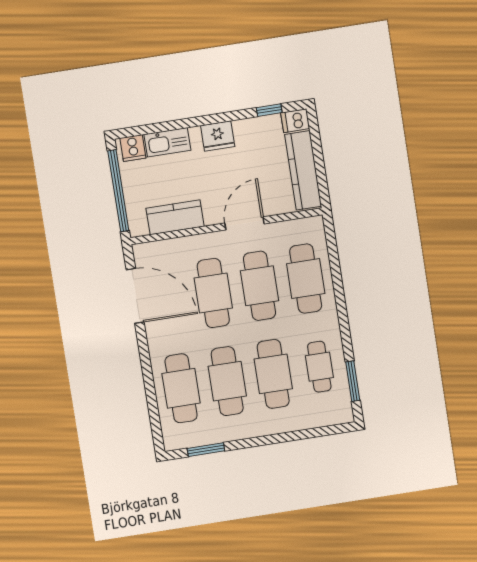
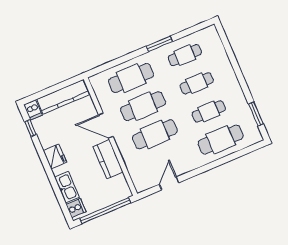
kitchen counter: (175, 217) -> (108, 159), moved
door: (135, 296) -> (169, 183), width x0.53
cafe table: (273, 374) -> (197, 83), width x0.73, depth x0.74
cafe table: (227, 381) -> (209, 111), width x0.73, depth x0.74
window: (353, 381) -> (159, 44), moved

